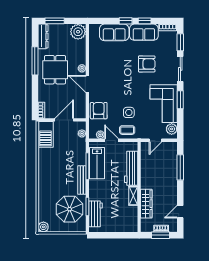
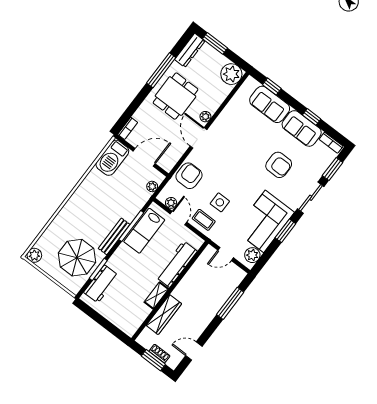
window: (126, 21) -> (272, 87), moved

